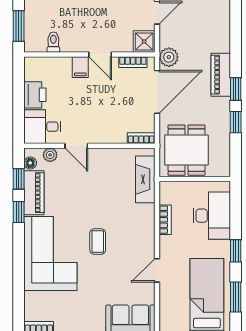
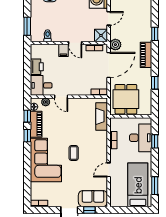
window: (236, 89) -> (155, 34), moved
window: (236, 251) -> (155, 141), moved

